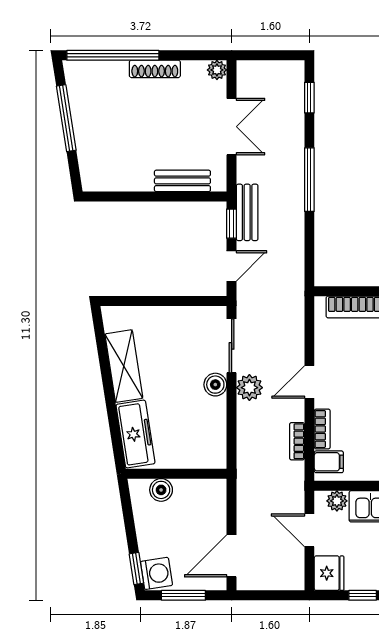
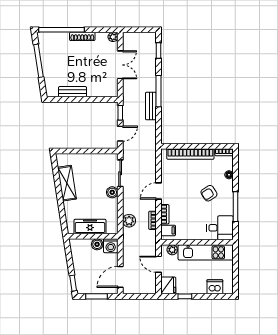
bench: (182, 181) -> (72, 92), moved
bench: (247, 212) -> (151, 106), moved
plant: (249, 388) -> (129, 221), moved
freezer: (135, 434) -> (90, 227), moved, turned -81
boiler: (161, 490) -> (97, 244), moved
washing machine: (157, 573) -> (111, 246), moved, turned 99

